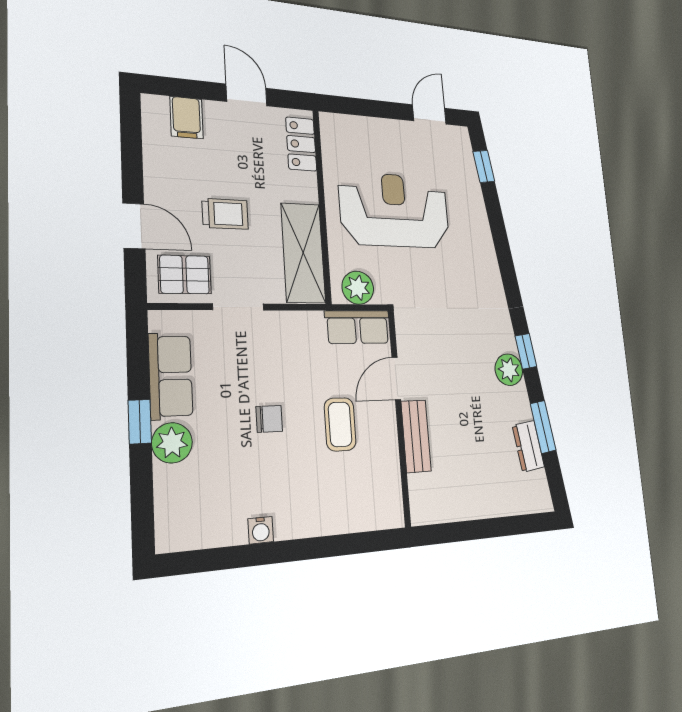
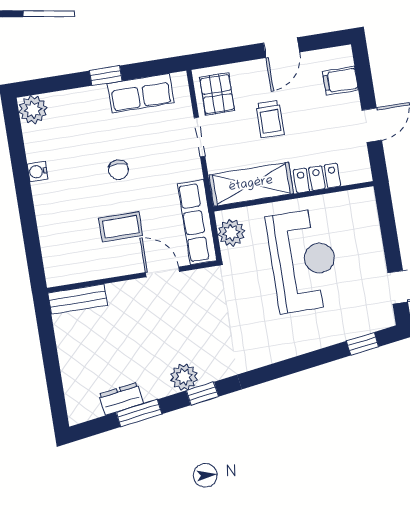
locker: (301, 144) -> (317, 178), moved
door: (134, 226) -> (281, 48), moved
row of seats: (358, 327) -> (197, 222), width x1.48
bench: (416, 436) -> (78, 299), moved
plant: (172, 443) -> (33, 110), moved

